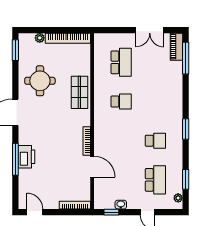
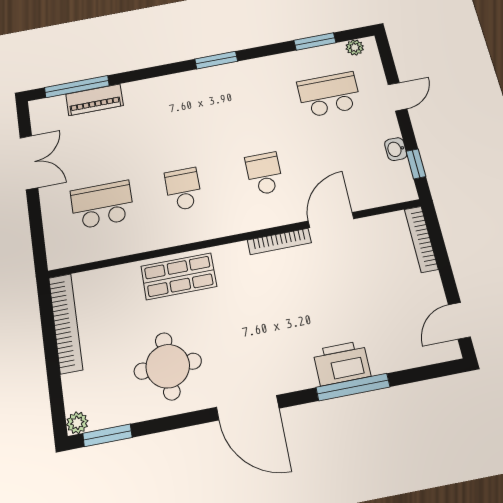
plant: (40, 38) -> (77, 423), moved
piano: (176, 47) -> (94, 100), moved
school desk: (155, 141) -> (264, 174), moved

